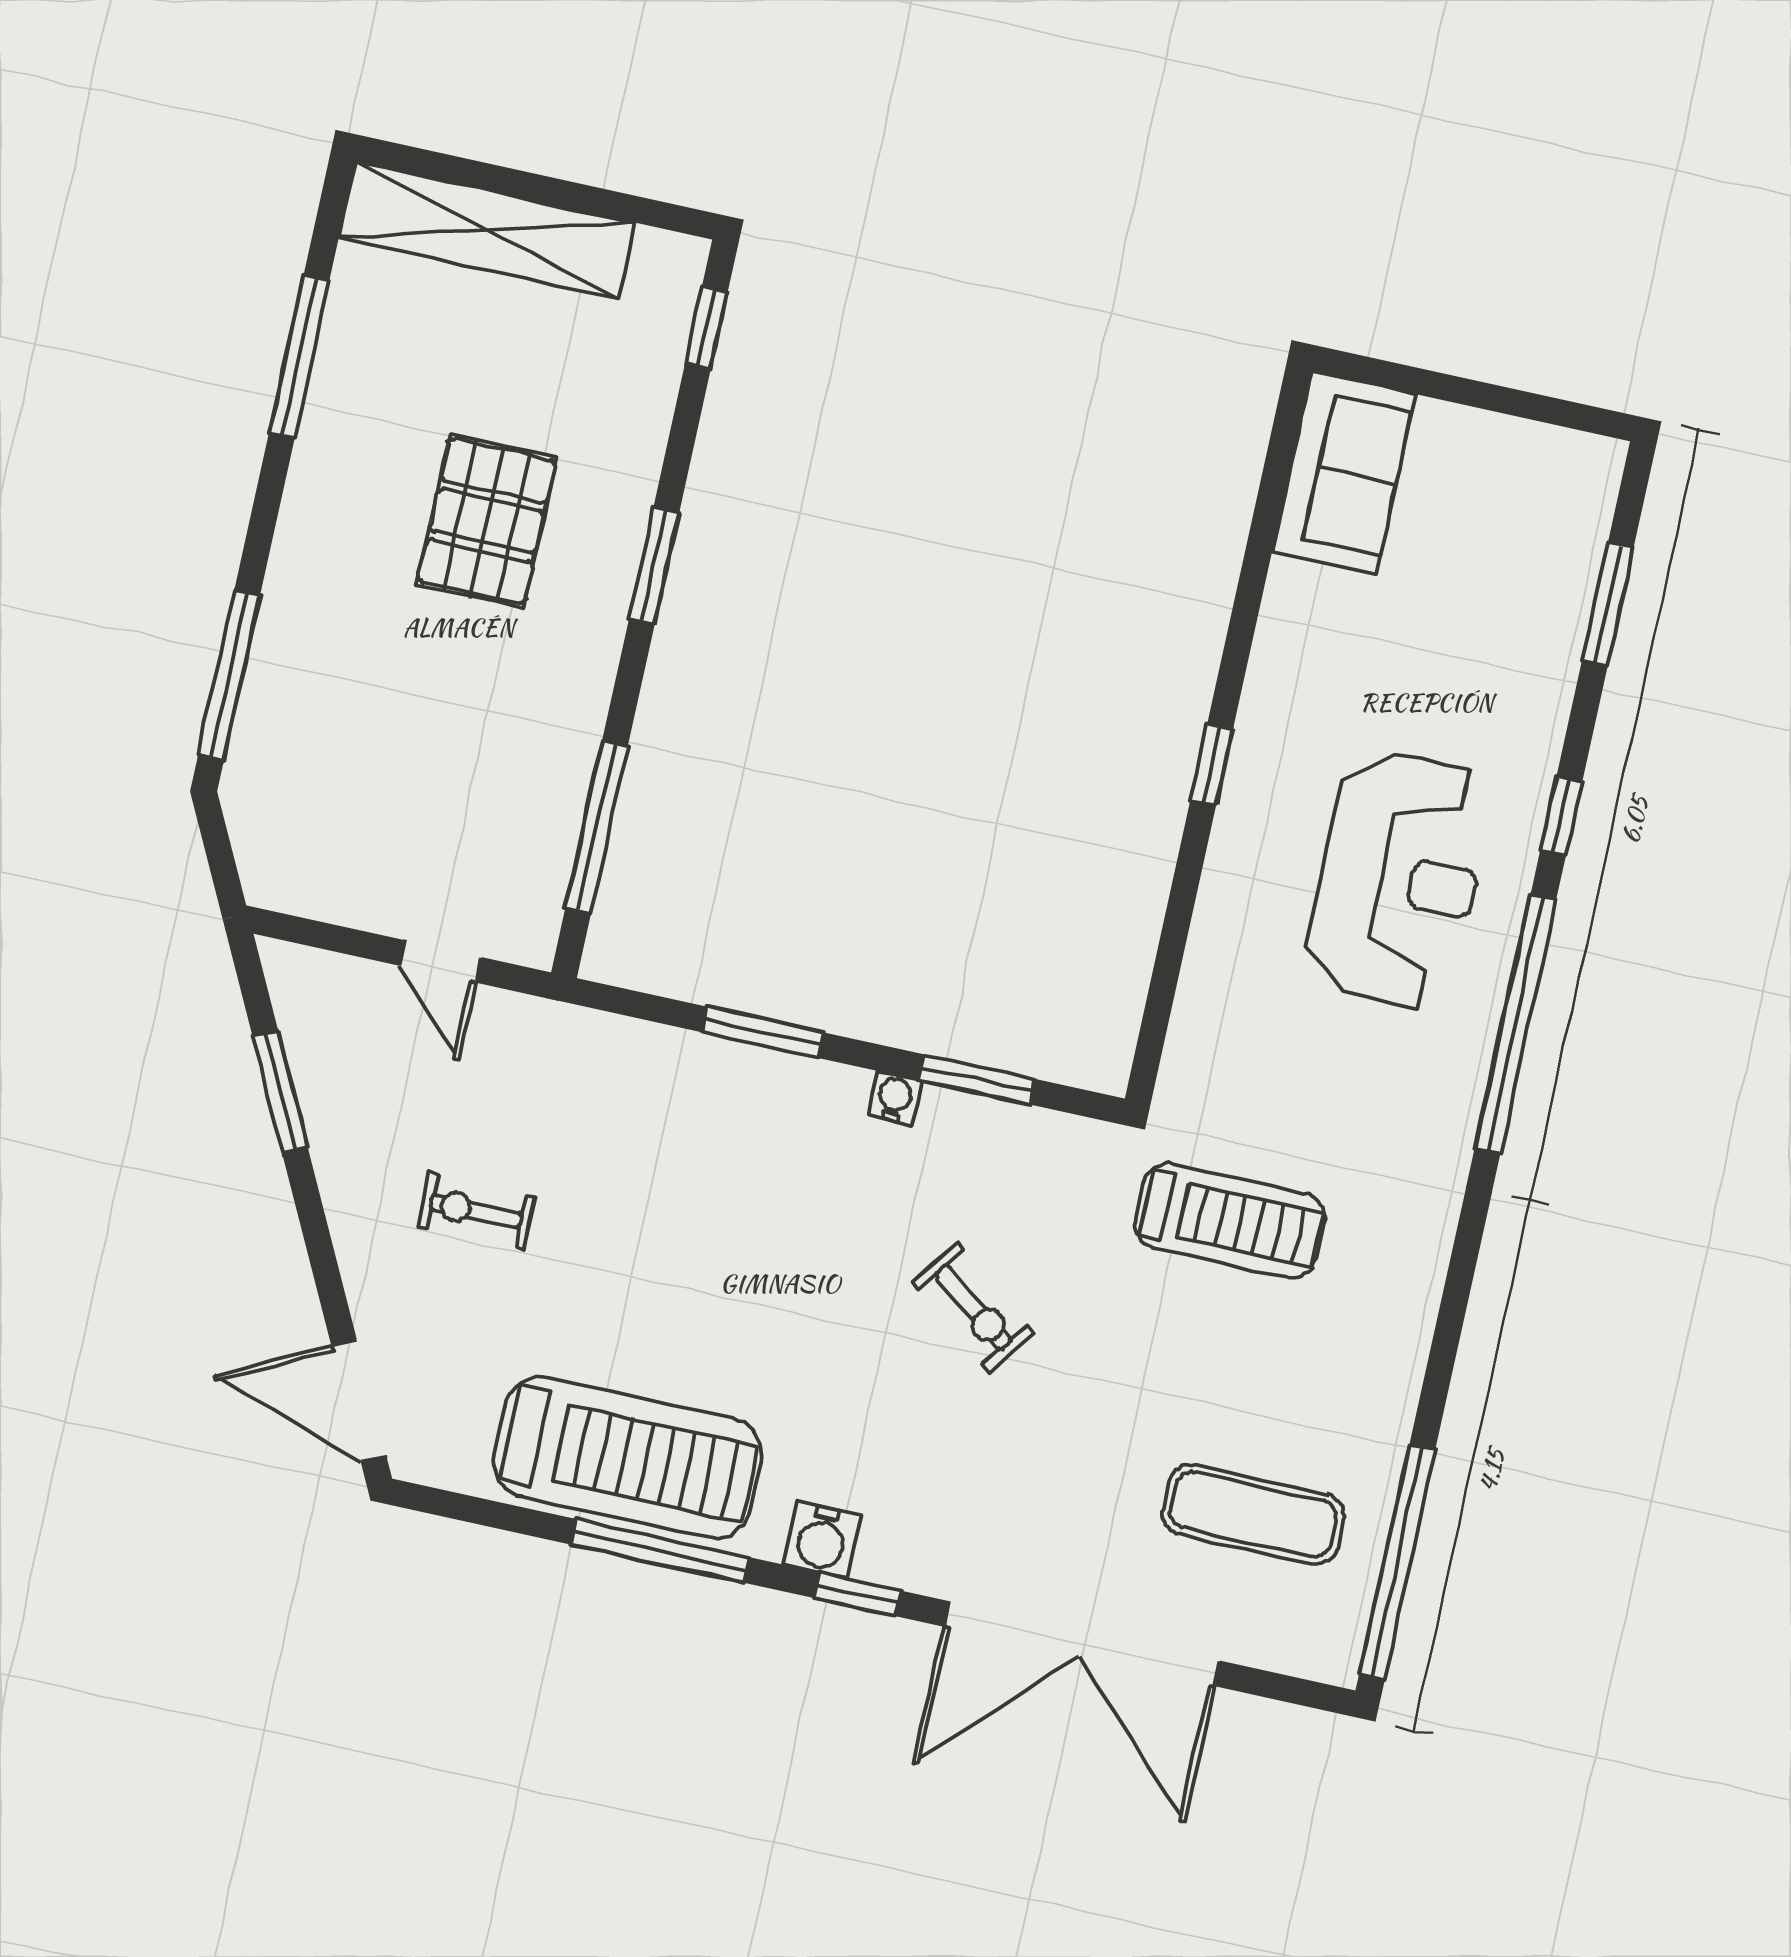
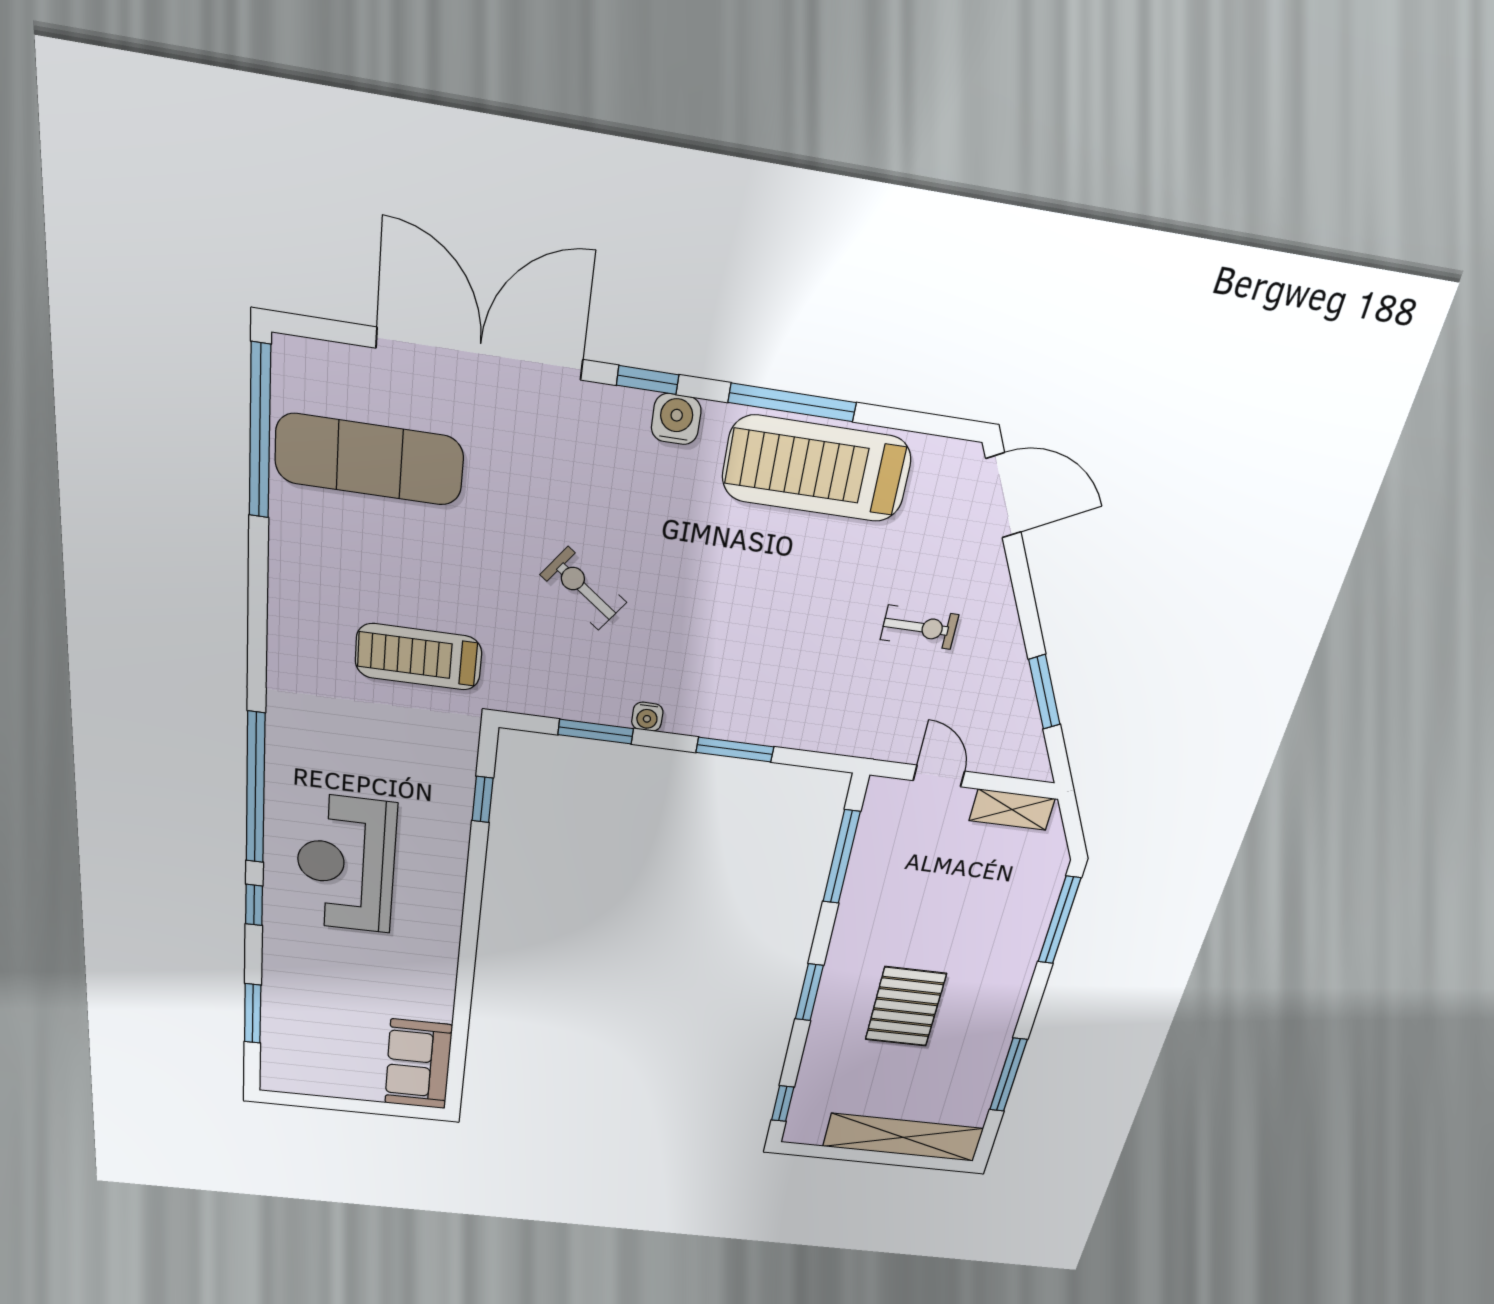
window: (1212, 765) -> (483, 800), moved
shelving: (320, 892) -> (1012, 810), added
exercise mat: (1253, 1514) -> (369, 460), width x1.36, depth x1.45

